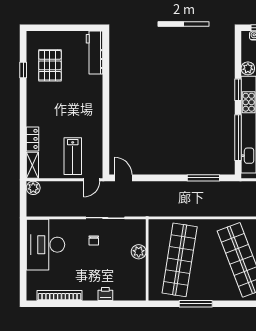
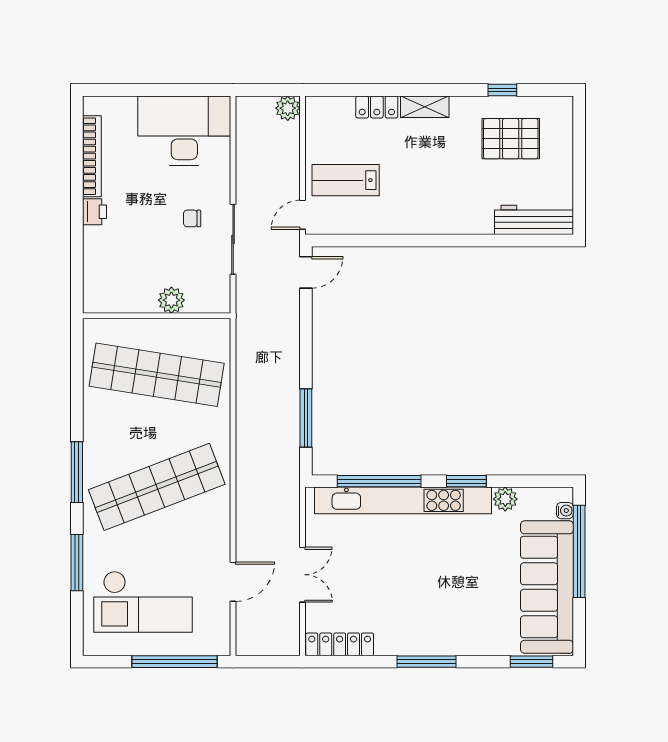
shelving: (32, 165) -> (425, 107), moved
door: (92, 180) -> (302, 215), hinge flipped
printer: (105, 294) -> (95, 212), moved
window: (196, 304) -> (77, 472), moved

